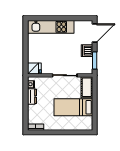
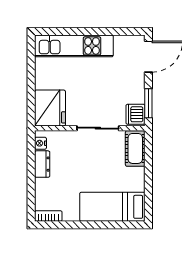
dishwasher: (87, 51) -> (136, 114), moved
fridge: (34, 68) -> (50, 108), width x1.88, depth x1.34
bed: (73, 107) -> (112, 207), moved

